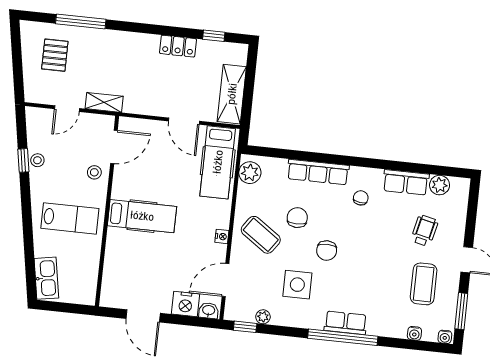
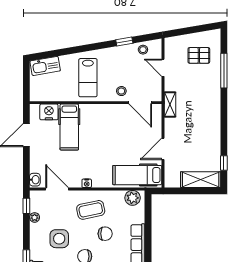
locker: (178, 46) -> (214, 139), removed
shelving: (232, 94) -> (201, 180), moved
shelving: (104, 102) -> (170, 105), moved
stool: (37, 160) -> (143, 50), moved
hospital bed: (142, 216) -> (69, 127), moved
coffee table: (261, 235) -> (91, 210), turned 43
nightstand: (185, 304) -> (49, 112), moved, turned 90

